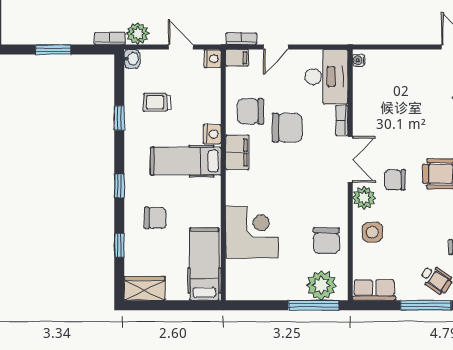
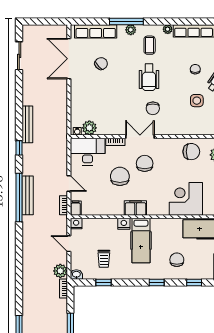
door: (181, 47) -> (69, 244), hinge flipped
chair: (251, 111) -> (145, 163), moved, turned 180
window: (119, 118) -> (103, 283), moved
plant: (364, 198) -> (89, 128), moved
side table: (372, 232) -> (197, 101), moved

